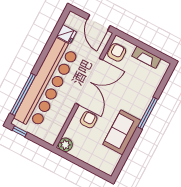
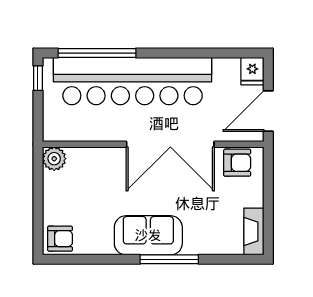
fridge: (67, 34) -> (252, 71), moved
fireplace: (146, 57) -> (254, 232), moved
armchair: (89, 120) -> (60, 239), moved
sofa: (122, 132) -> (148, 235), moved

